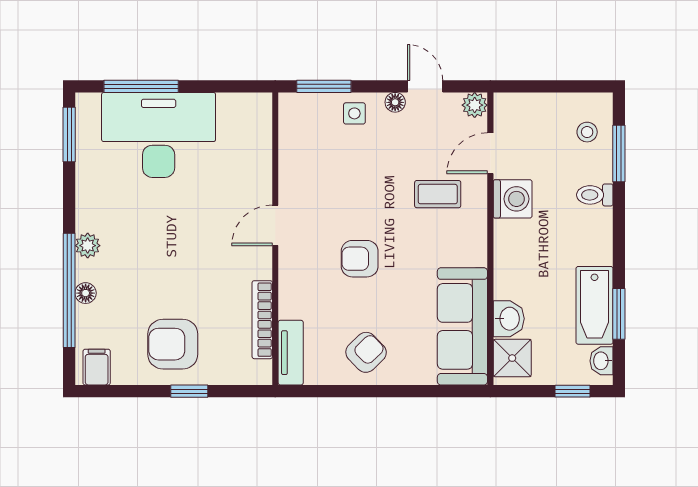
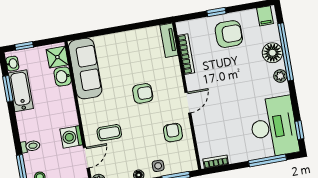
bookcase: (242, 102) -> (216, 162), added
window: (69, 134) -> (299, 130), width x0.67
desk: (159, 135) -> (274, 127), moved, turned -90
floor lamp: (86, 293) -> (272, 53), width x1.89, depth x1.89
armchair: (366, 352) -> (173, 133), moved, turned 134

